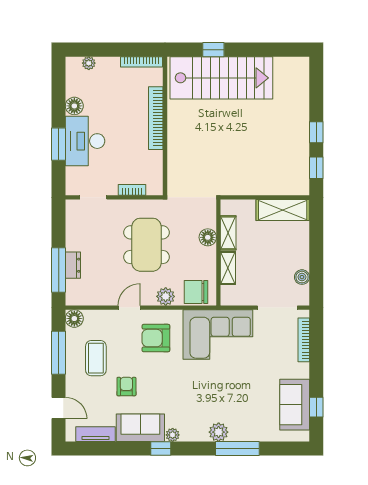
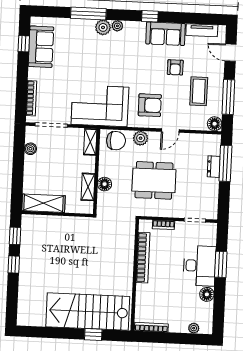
bookcase: (156, 118) -> (143, 258), moved
dining table: (146, 245) -> (154, 180), turned 90
shelving: (228, 268) -> (90, 142), moved
plant: (173, 435) -> (117, 26), moved

